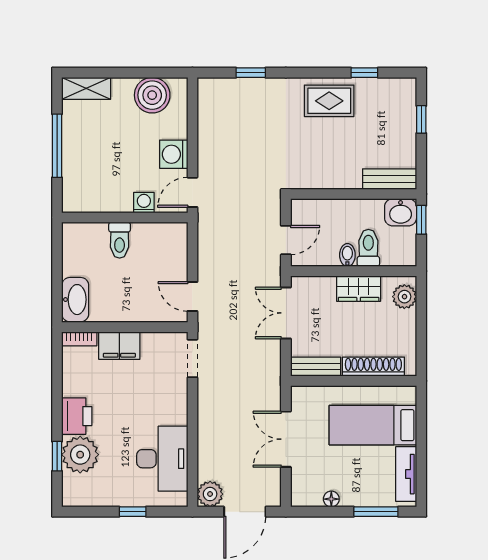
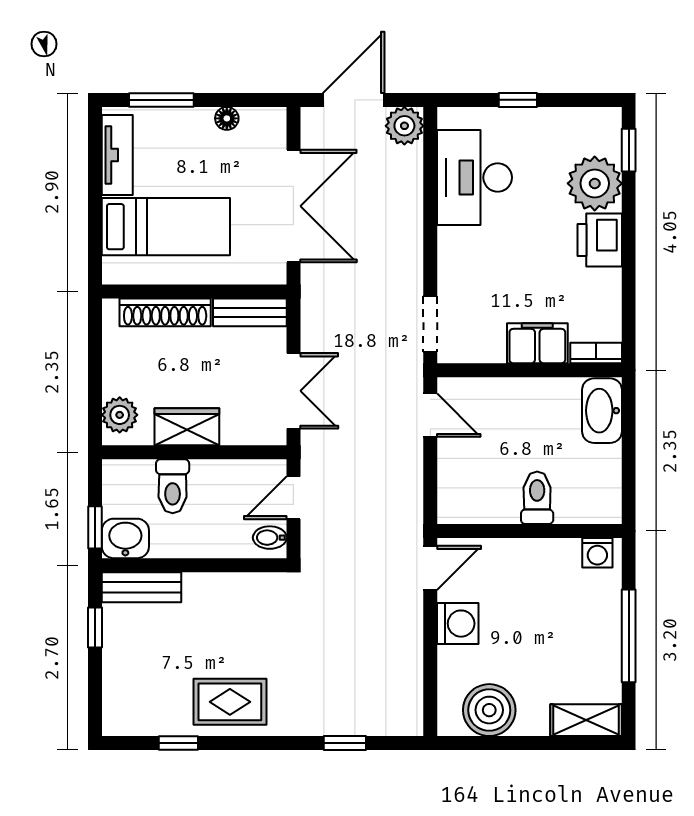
window: (421, 119) -> (95, 627), moved
washing machine: (144, 203) -> (597, 553), moved
bidet: (347, 255) -> (270, 538), moved, turned 90
double door: (286, 439) -> (293, 206), width x1.37
window: (57, 456) -> (629, 150), moved

